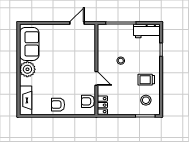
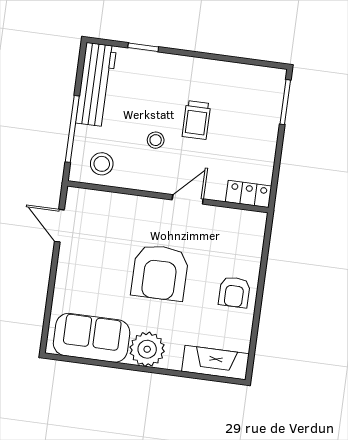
workbench: (147, 31) -> (96, 85), width x1.38
trolley: (146, 80) -> (196, 120), moved
stool: (146, 100) -> (102, 164), moved
armchair: (88, 101) -> (160, 273), moved, width x1.88, depth x1.88

